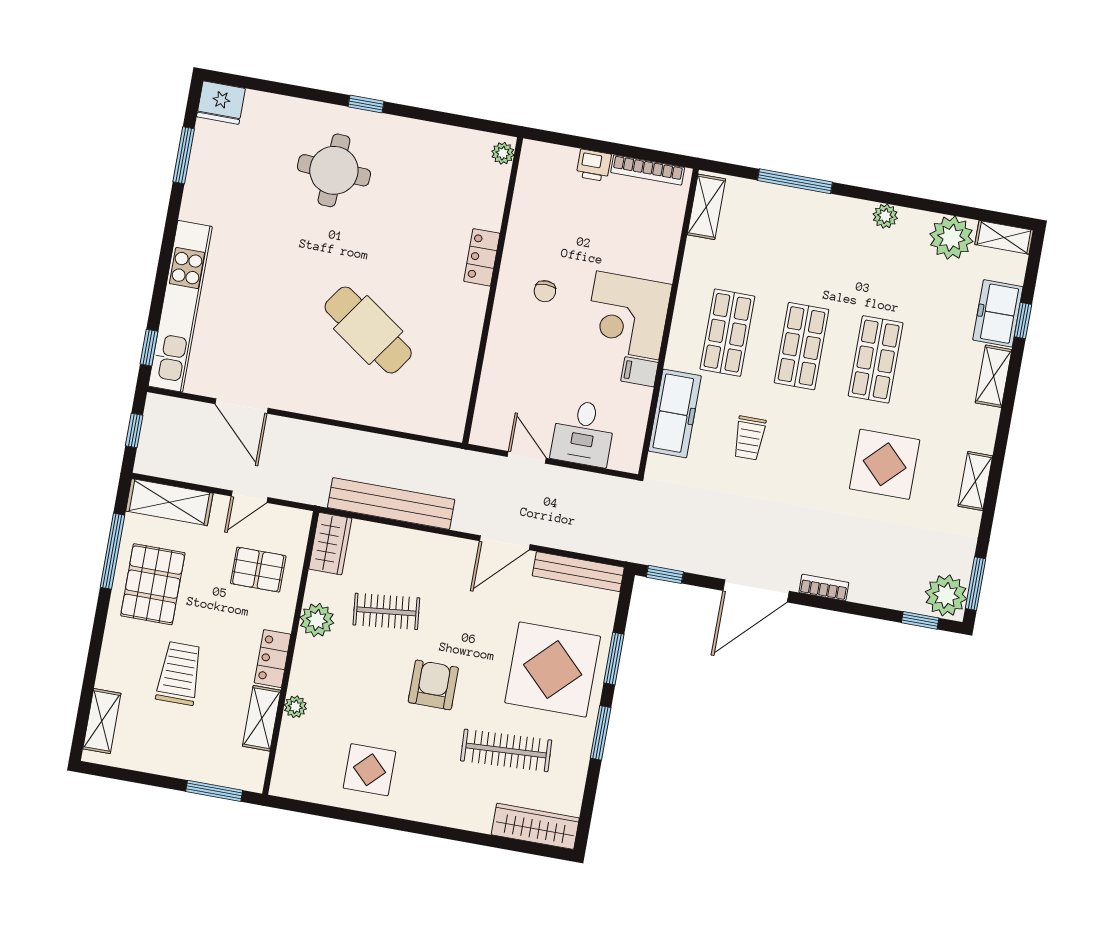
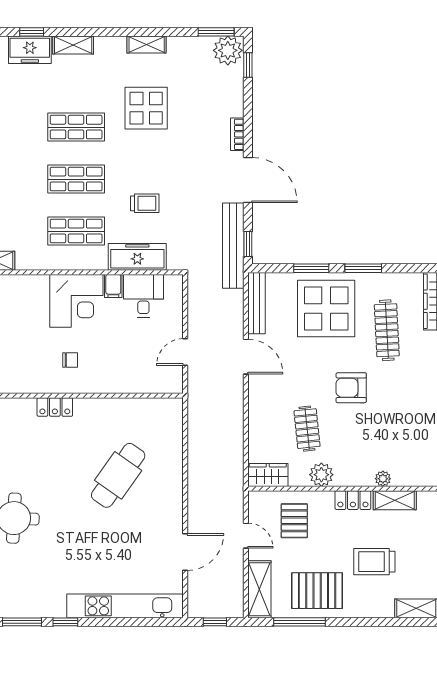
window: (149, 348) -> (65, 622), moved
desk: (583, 433) -> (143, 296), moved, turned -90
bench: (391, 504) -> (233, 246), moved
display table: (369, 770) -> (417, 421), removed

